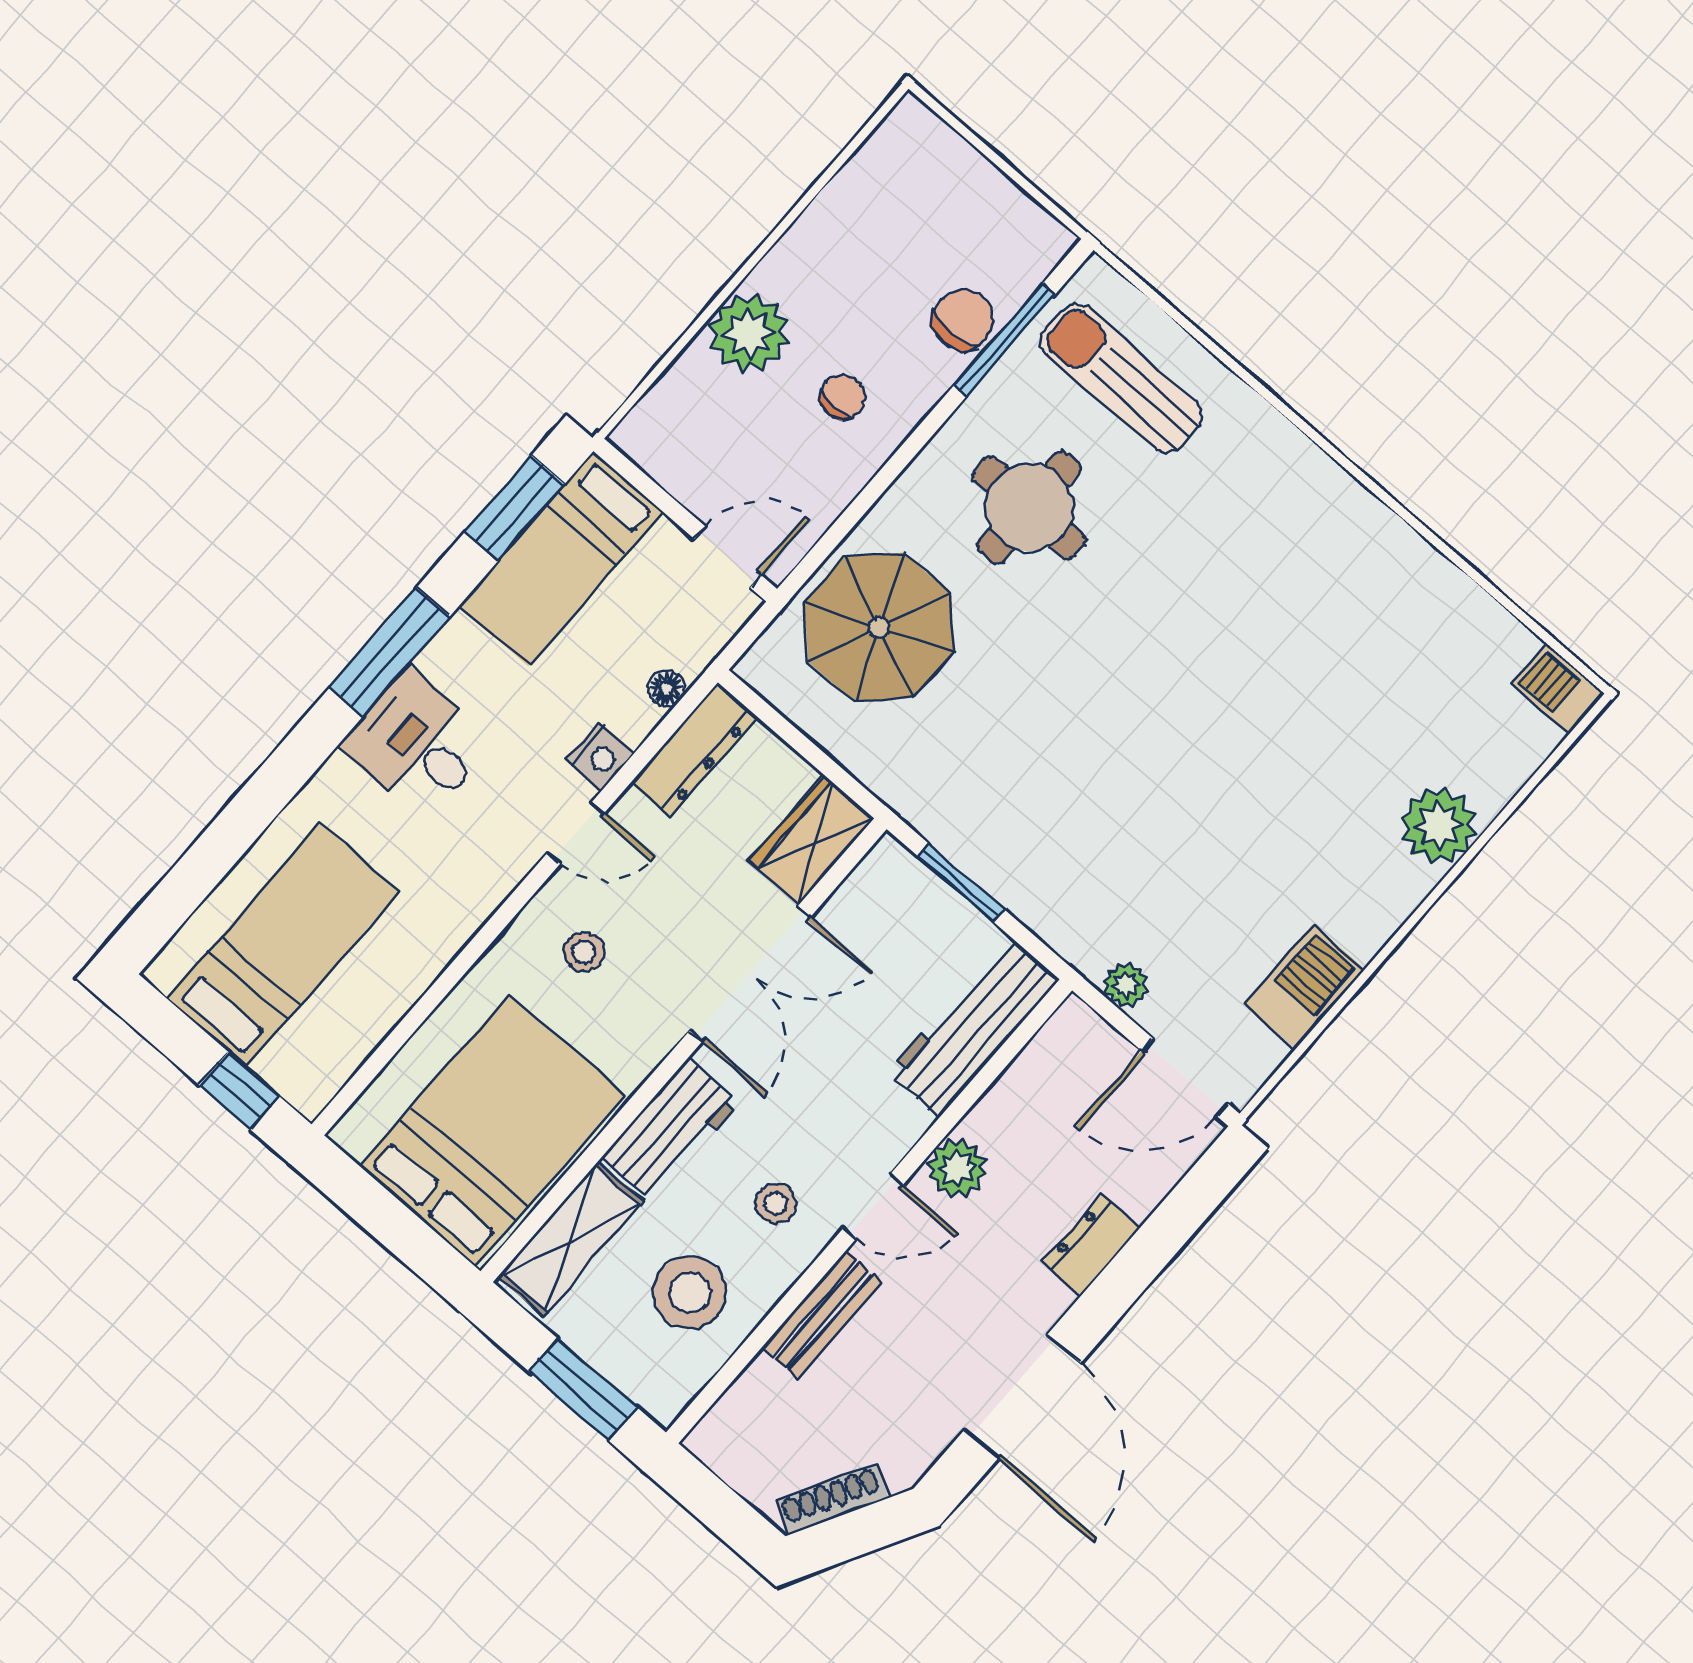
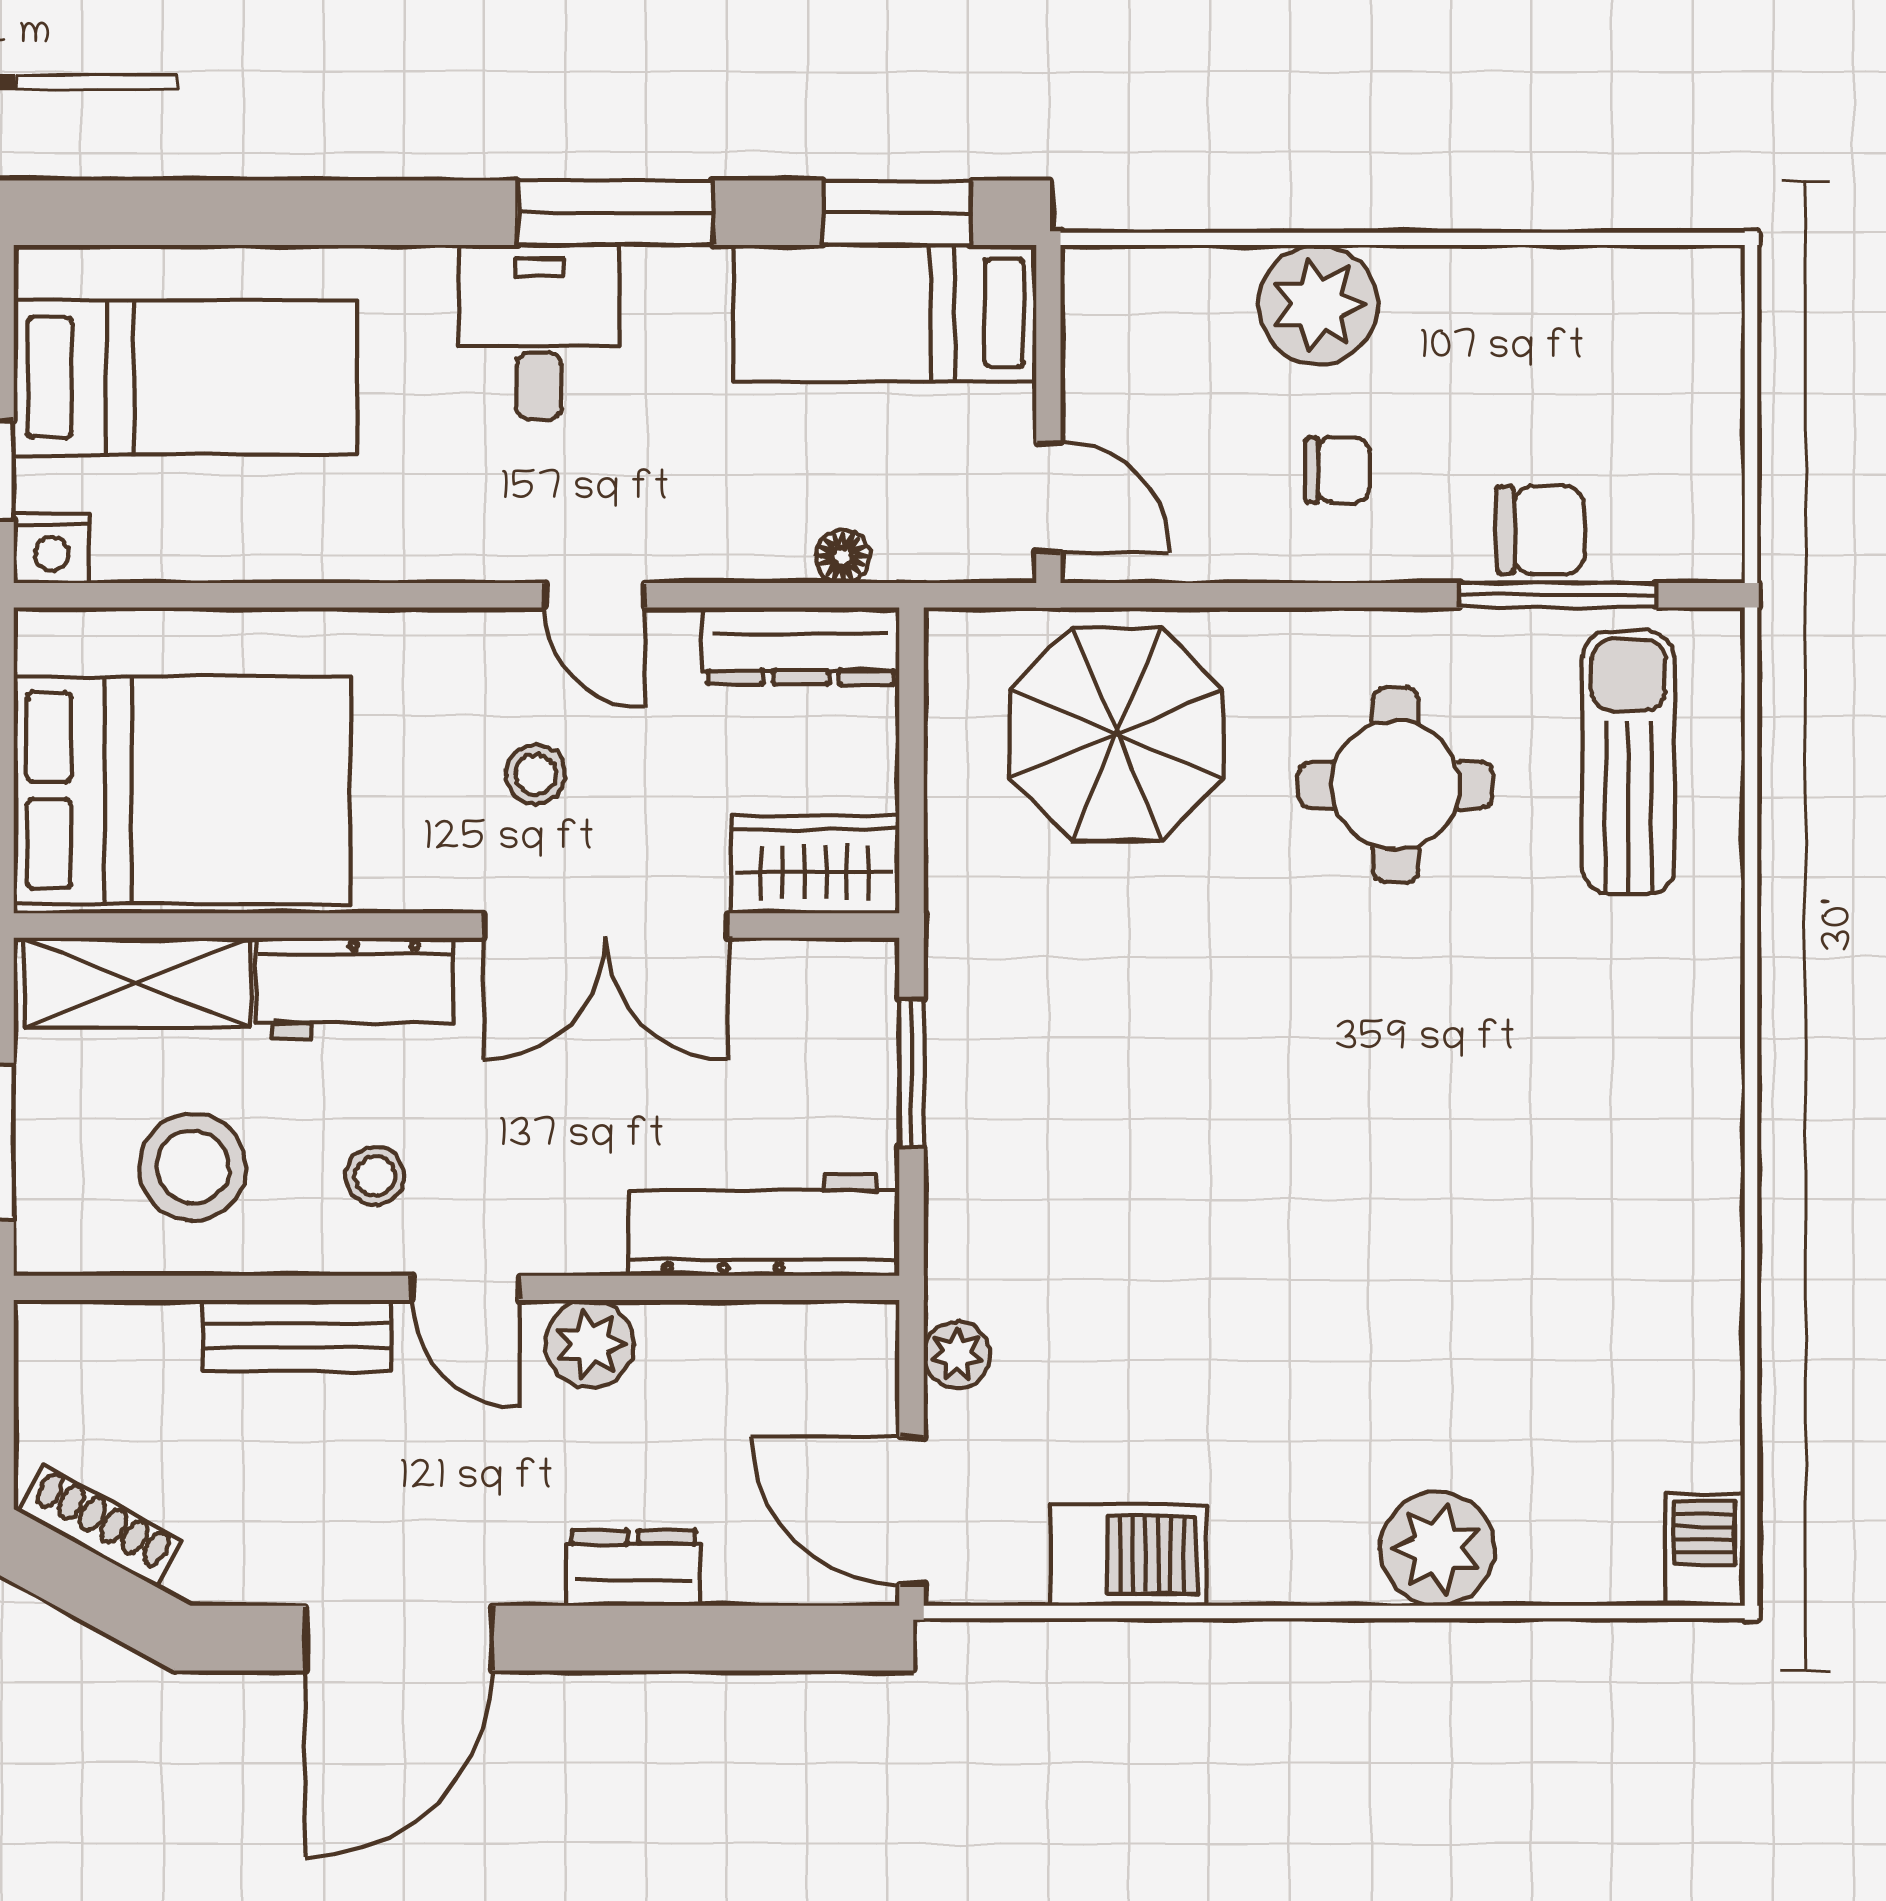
nightstand: (600, 757) -> (51, 548), moved
stool: (584, 952) -> (536, 774), moved

